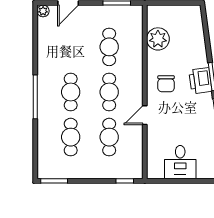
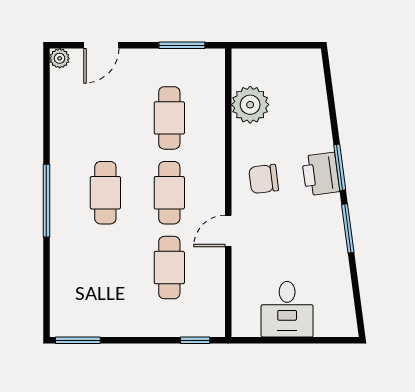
chair: (166, 84) -> (264, 179), turned 83
cafe table: (71, 137) -> (105, 268), removed

